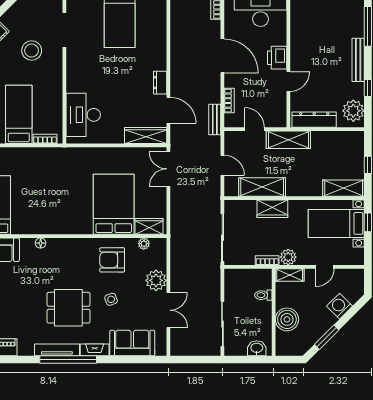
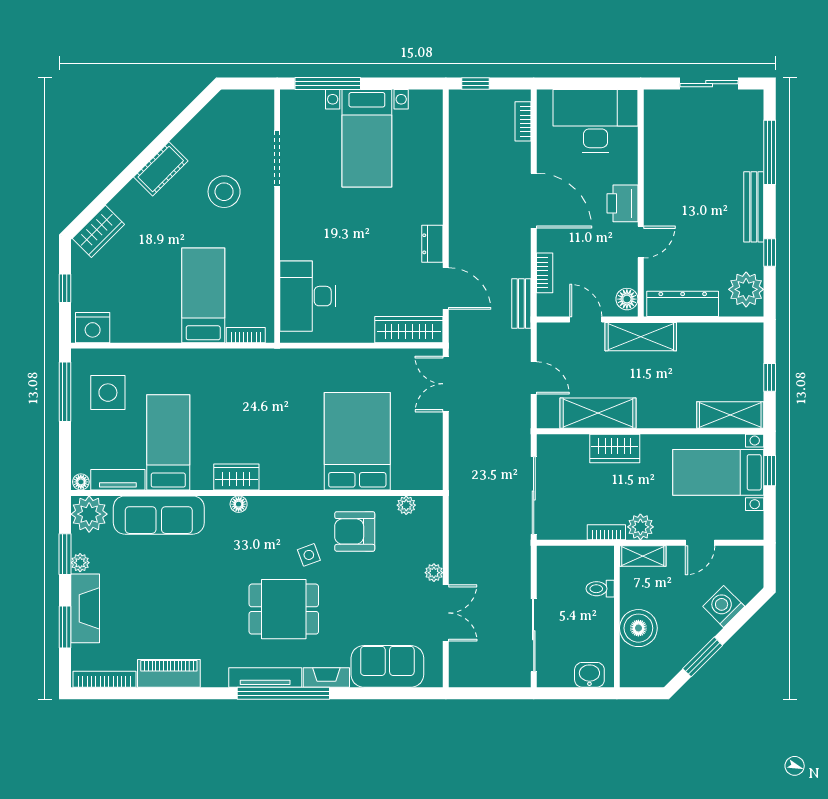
floor lamp: (280, 117) -> (627, 299), added
wardrobe: (149, 226) -> (236, 477), moved
plant: (156, 280) -> (434, 573), width x0.53, depth x0.53
side table: (111, 299) -> (309, 555), moved

